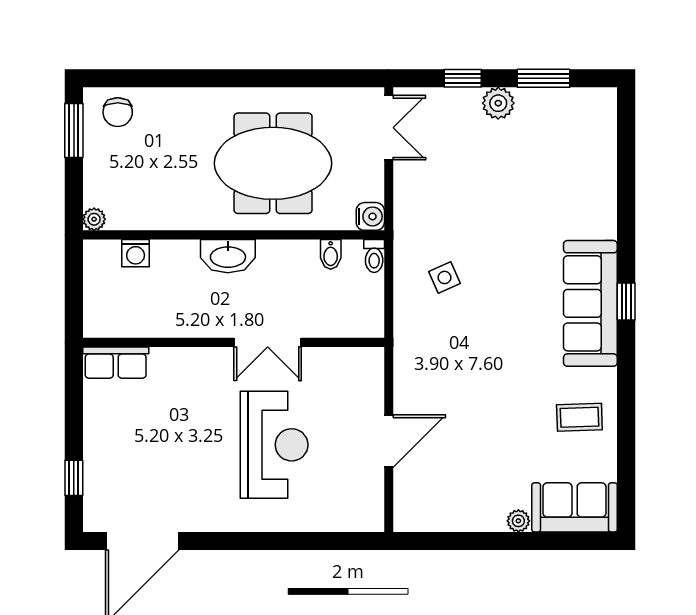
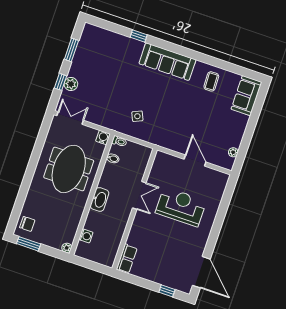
plant: (498, 103) -> (71, 84), moved
window: (626, 302) -> (139, 36), moved
plant: (518, 521) -> (233, 152), moved

